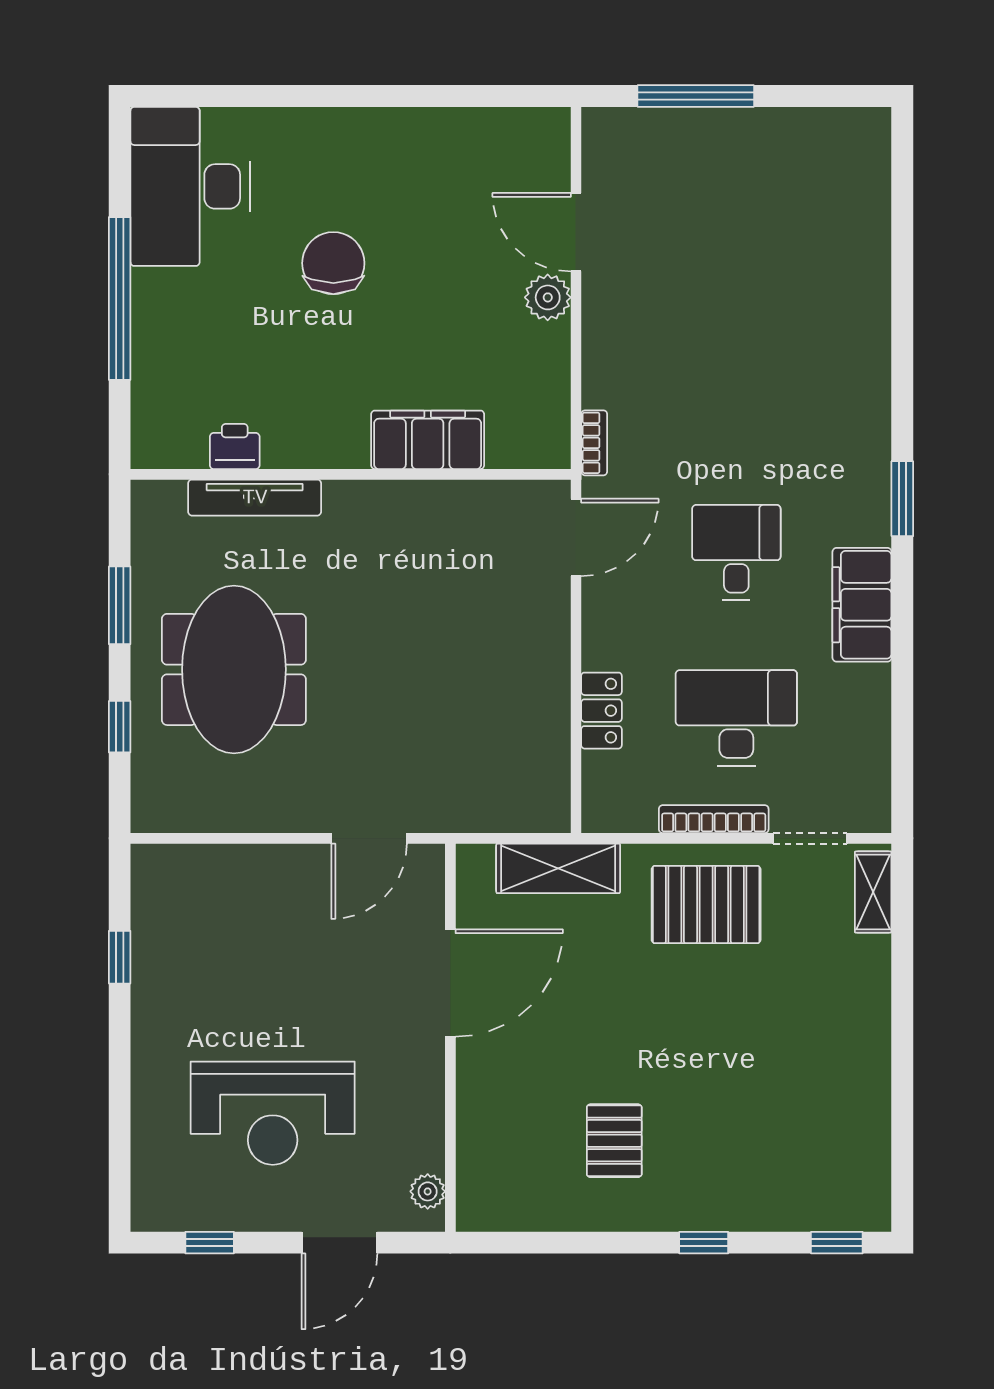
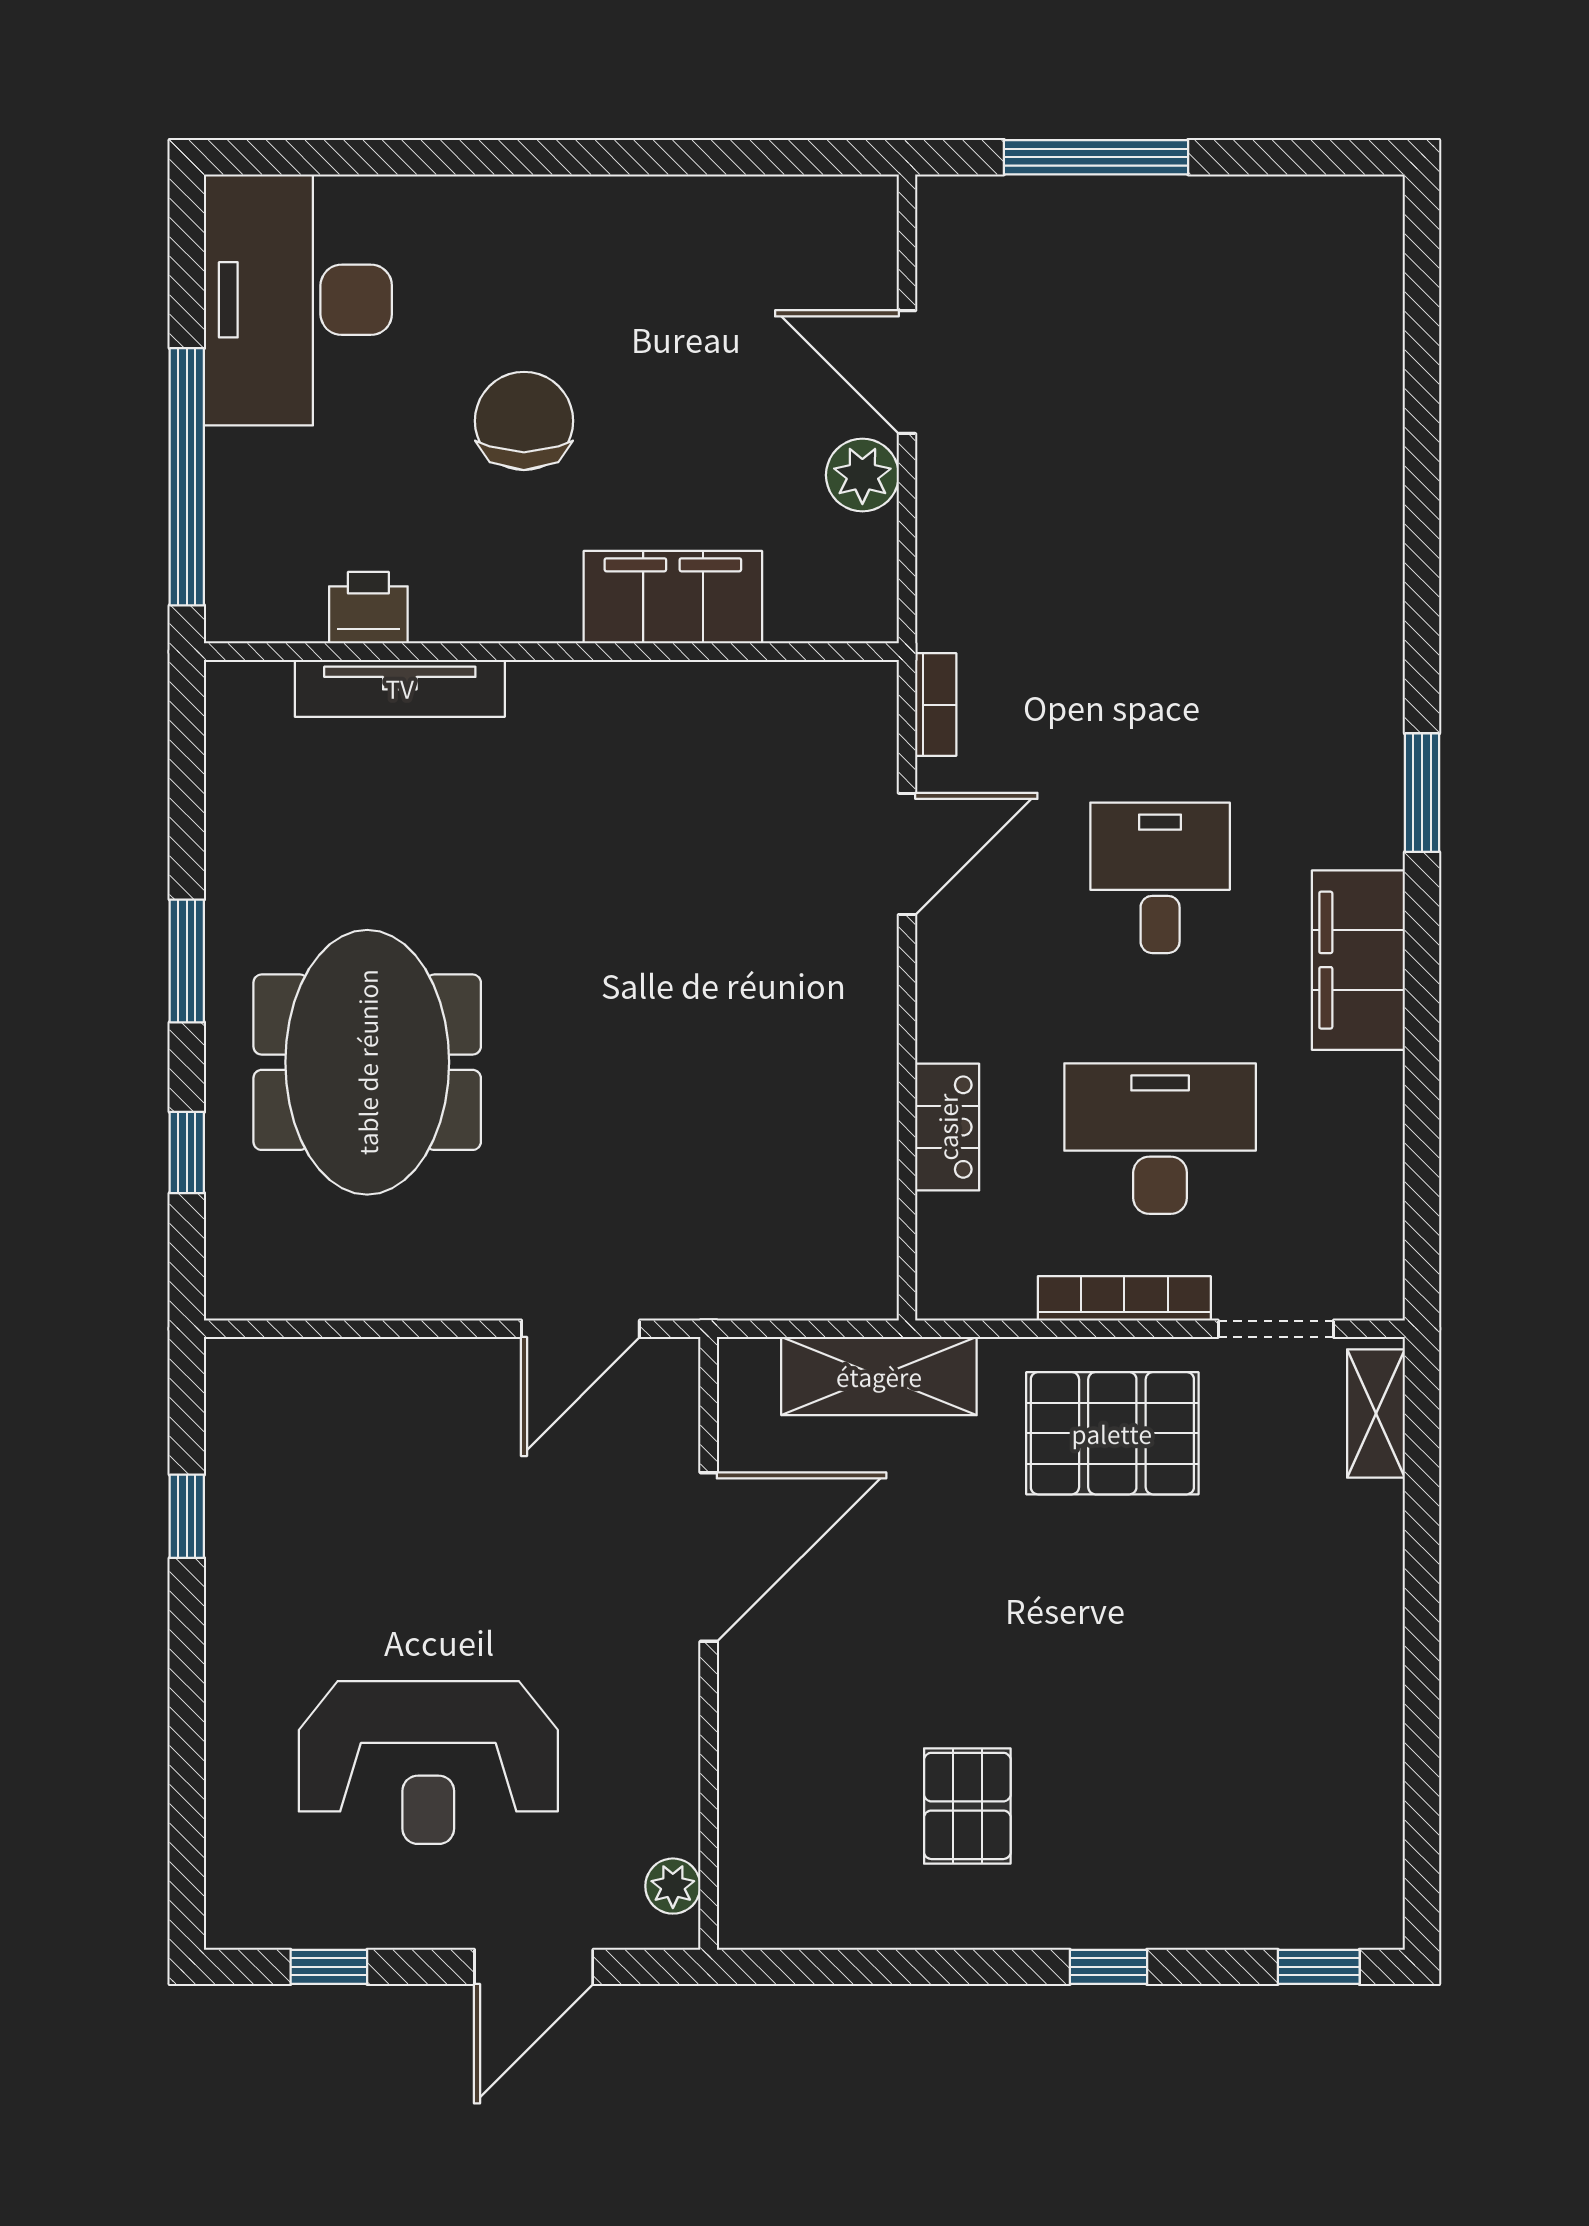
filing cabinet: (428, 440) -> (673, 597), moved
printer: (235, 446) -> (368, 608), moved
wall: (351, 474) -> (551, 652), moved
tv unit: (255, 498) -> (400, 688), moved

